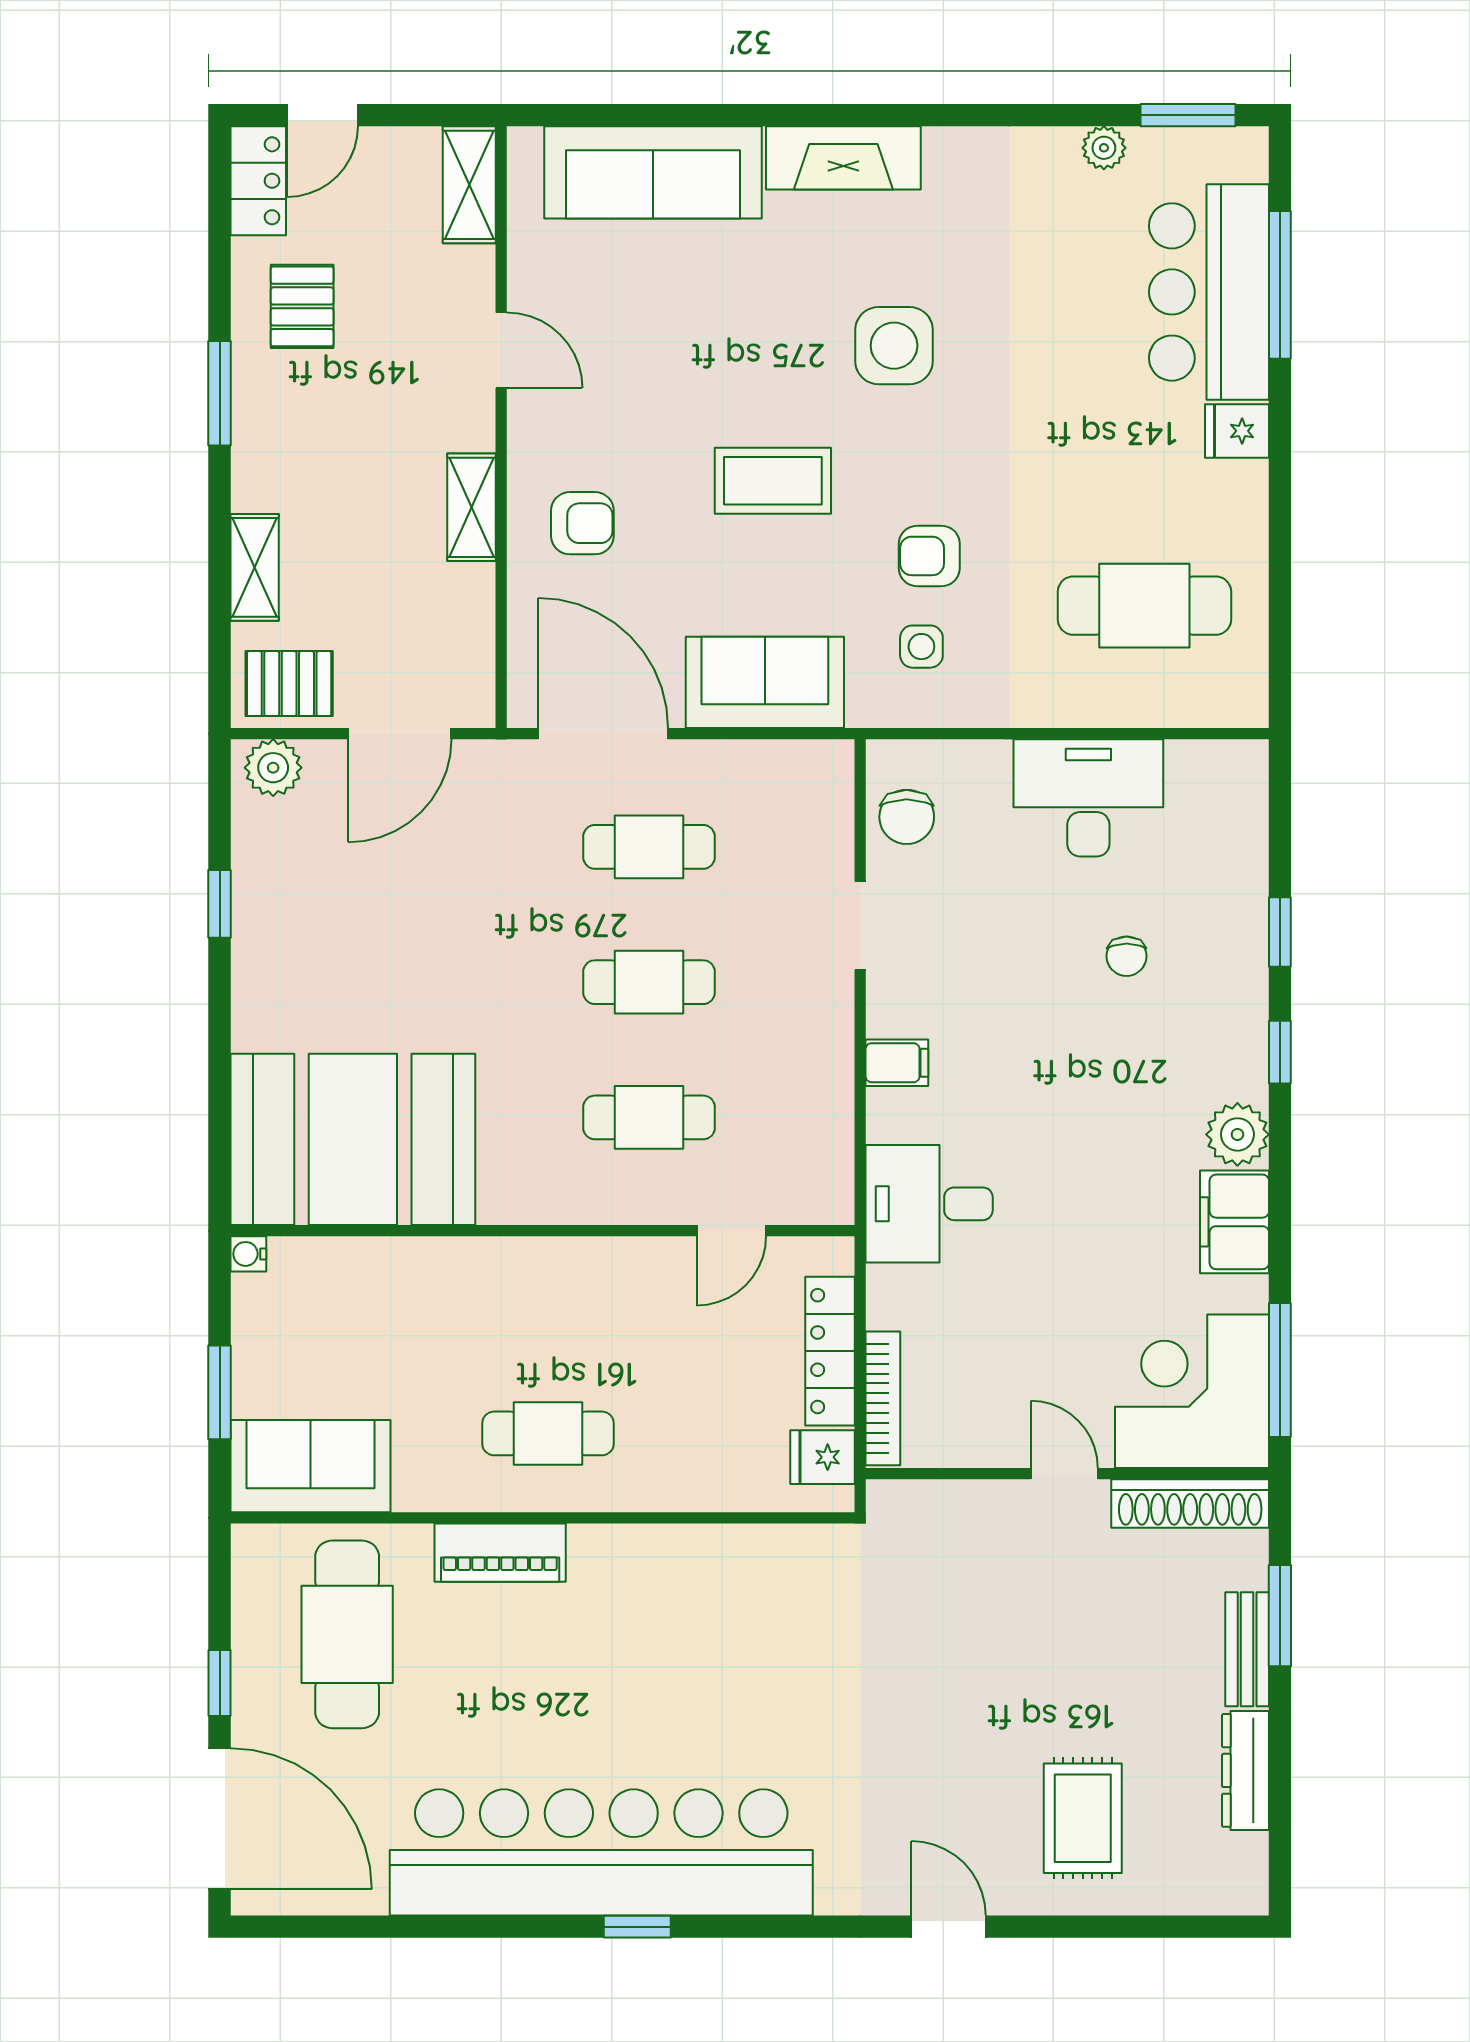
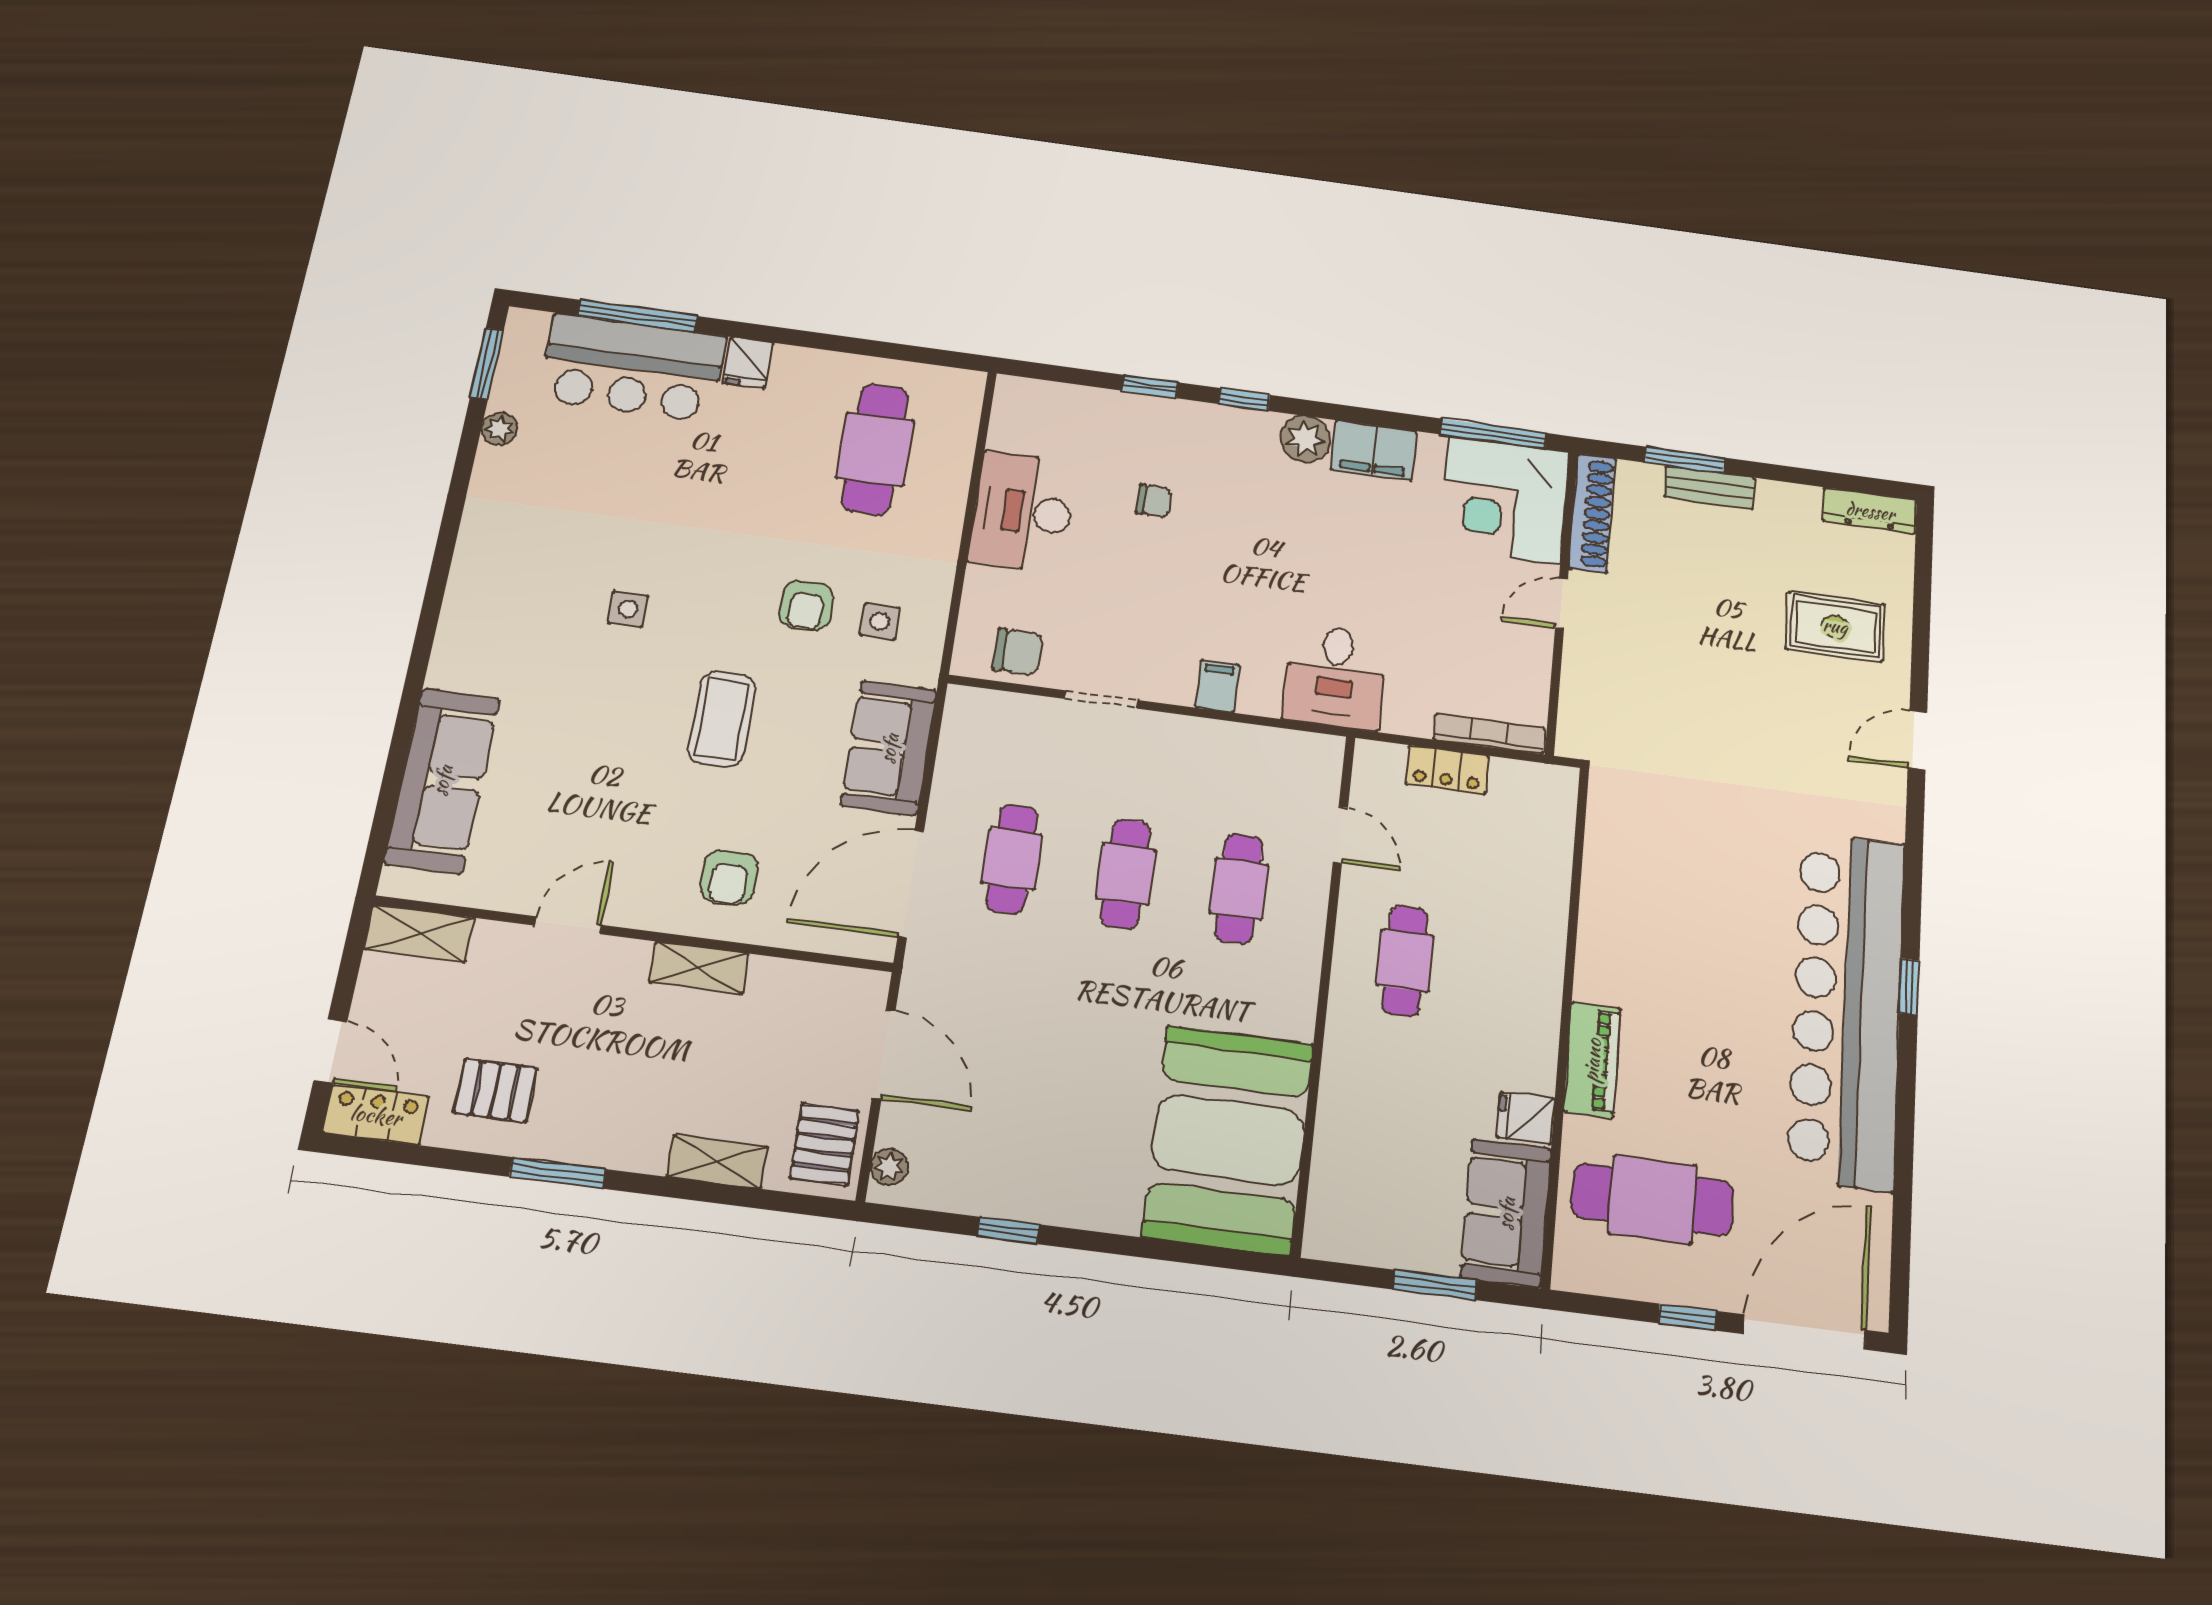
fireplace: (843, 158) -> (464, 627), removed
side table: (894, 346) -> (628, 609), width x0.54, depth x0.54
armchair: (582, 523) -> (729, 877), turned 180
plant: (273, 768) -> (889, 1167), width x0.73, depth x0.73
water cooler: (248, 1254) -> (1318, 1244), removed
locker: (830, 1351) -> (1447, 770), width x0.66
cafe table: (548, 1433) -> (1405, 961), moved
fridge: (822, 1457) -> (1526, 1118), moved, turned 90
dresser: (1246, 1770) -> (1870, 511), moved

